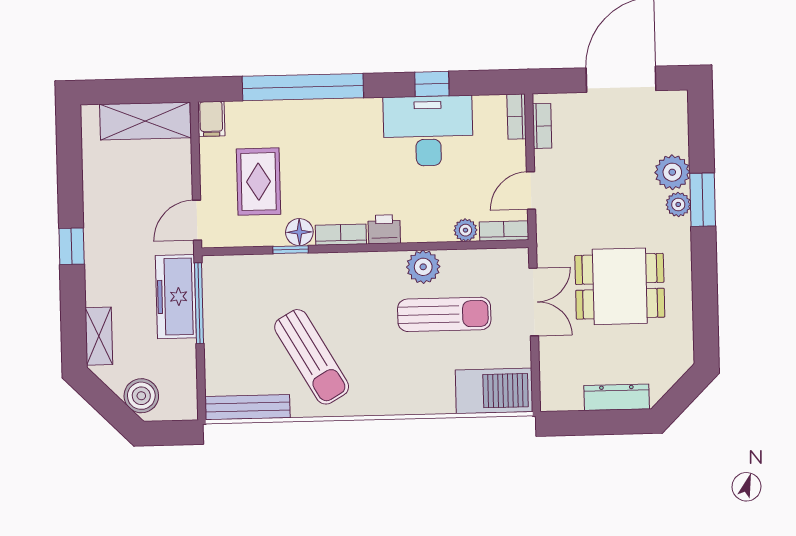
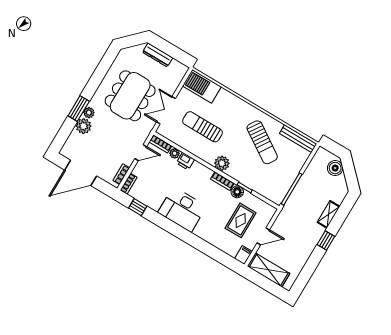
window: (432, 84) -> (138, 207), moved
window: (303, 87) -> (202, 245), removed
desk: (428, 131) -> (182, 209), moved
door: (197, 220) -> (263, 236), moved
printer: (384, 229) -> (185, 161), moved
plant: (423, 267) -> (222, 163), moved
dining table: (620, 286) -> (130, 96), width x1.38
freezer: (176, 297) -> (299, 197), removed
shelving: (99, 336) -> (329, 214), moved
sun lounger: (312, 357) -> (262, 142), turned 153

